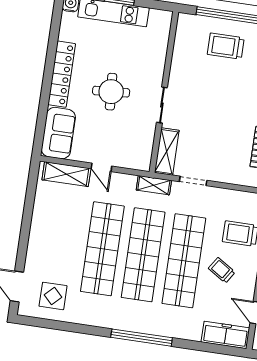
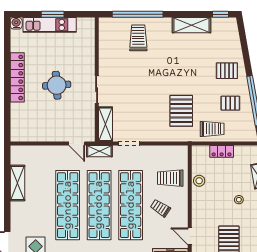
trolley: (226, 46) -> (138, 38), turned 90
sofa: (58, 133) -> (21, 122), removed
door: (101, 167) -> (77, 144), moved
shelving: (66, 174) -> (17, 183), moved, turned 90

